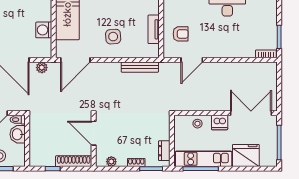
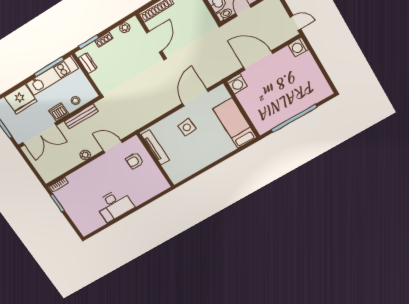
tv unit: (154, 29) -> (155, 147), width x1.41
washing machine: (44, 30) -> (237, 84), moved, turned 90
door: (75, 60) -> (195, 98), moved
door: (192, 60) -> (113, 146), hinge flipped
bench: (140, 67) -> (81, 116), moved
plant: (42, 68) -> (85, 155), moved
door: (94, 133) -> (154, 42), hinge flipped

